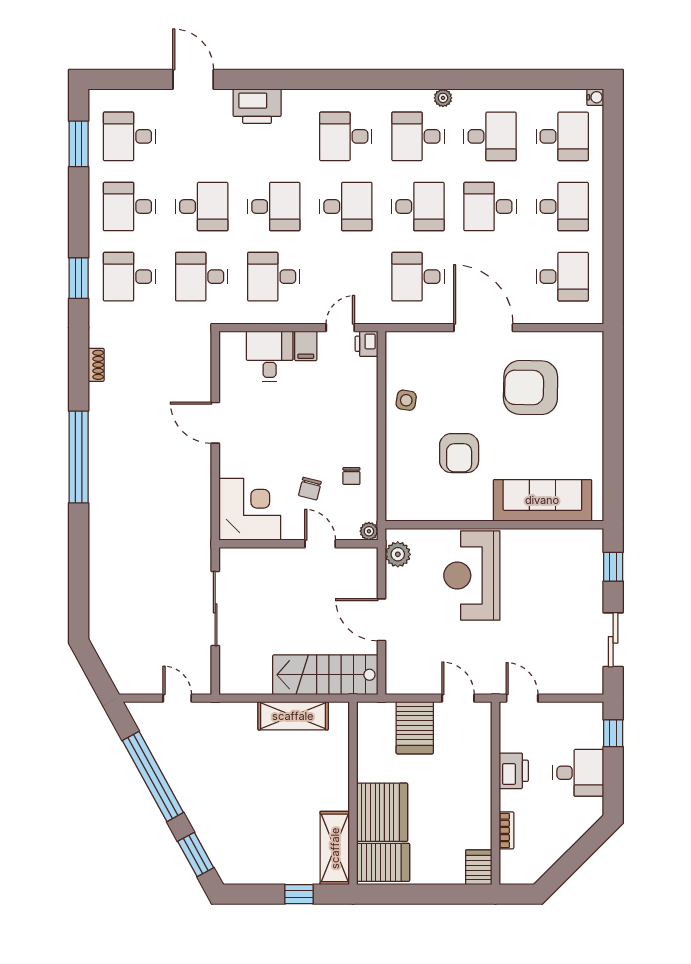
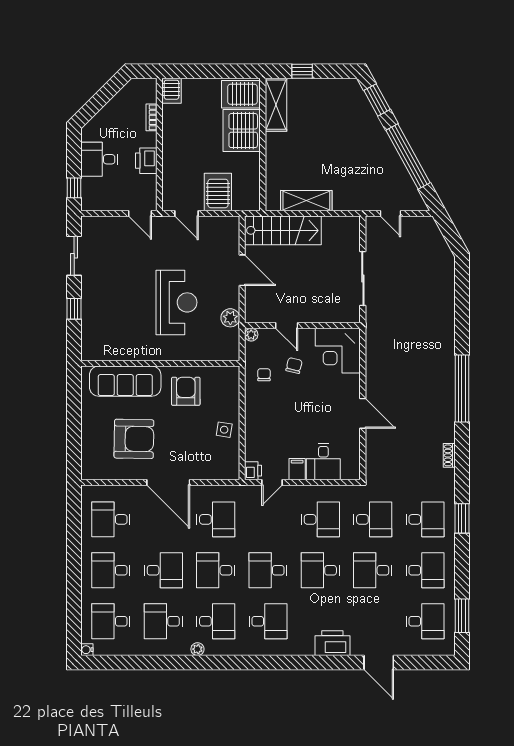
sofa: (542, 500) -> (125, 381), moved
wall: (494, 525) -> (160, 363), moved

